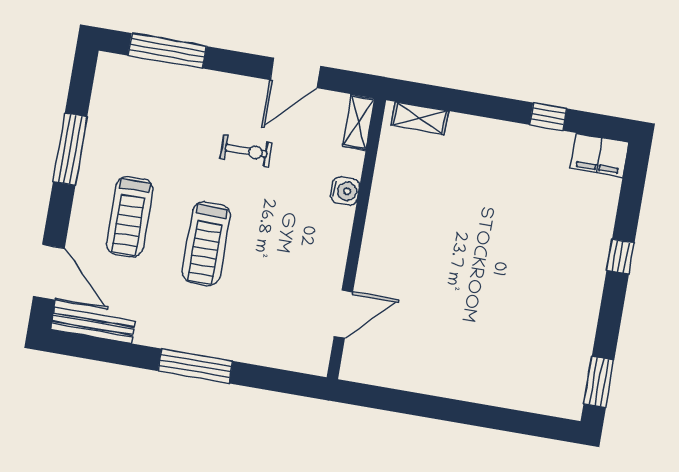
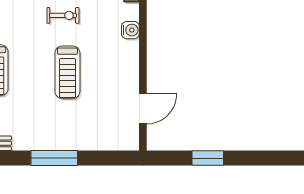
treadmill: (206, 244) -> (67, 72), moved
window: (429, 406) -> (208, 158), added

